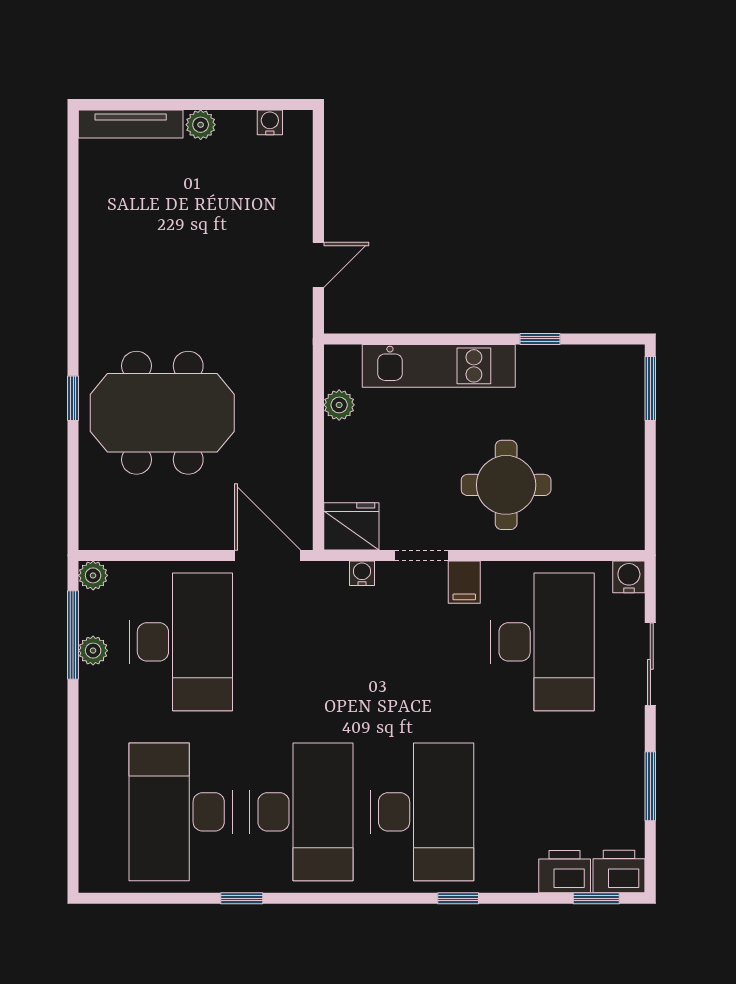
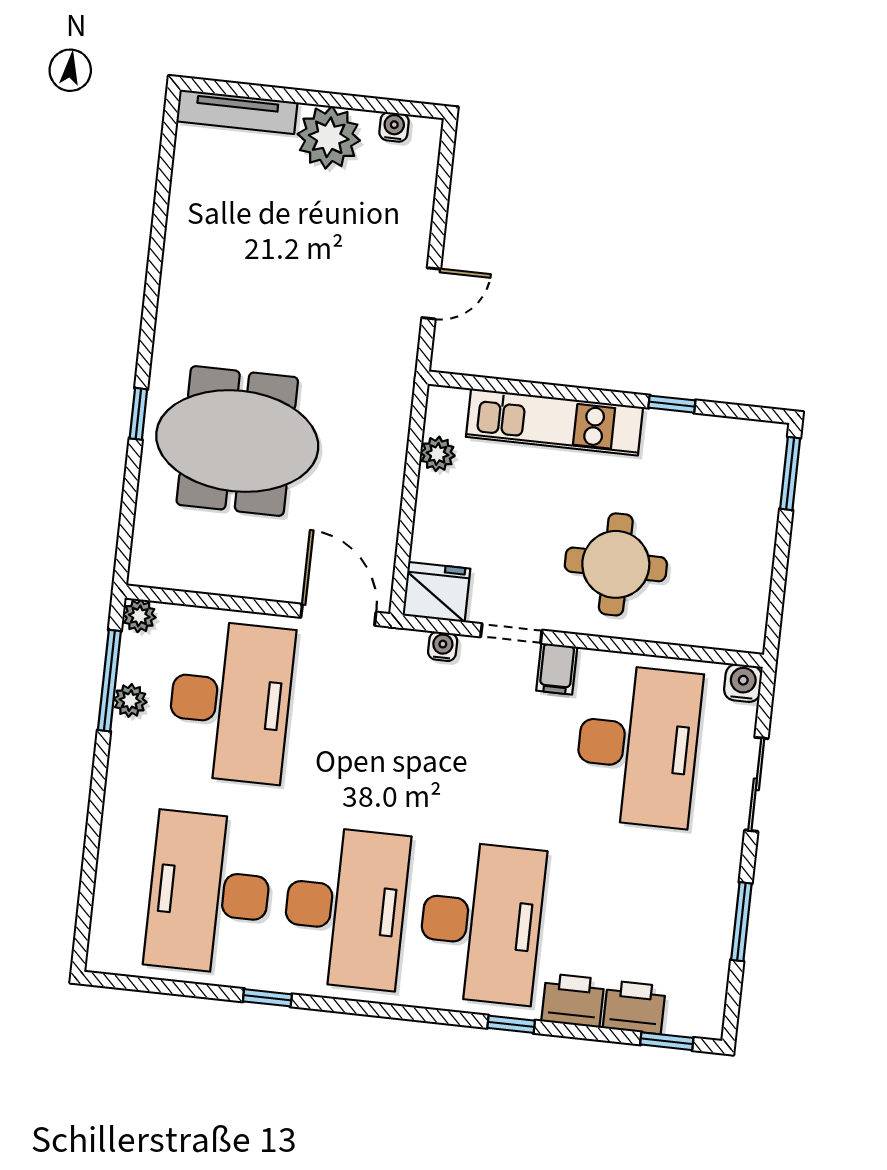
plant: (201, 125) -> (329, 137), width x1.88, depth x1.88
printer: (619, 871) -> (573, 1000), moved

